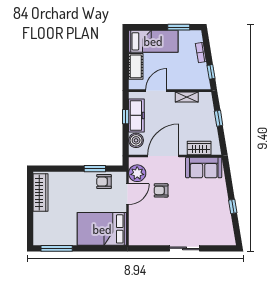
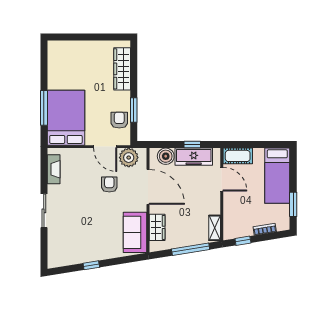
cot: (136, 66) -> (238, 156), moved
shelving: (187, 97) -> (215, 228), moved
window: (219, 118) -> (191, 249), width x2.17
wardrobe: (41, 193) -> (122, 69), moved, turned 90
fireplace: (148, 240) -> (54, 169), added
window: (57, 248) -> (44, 108), moved

